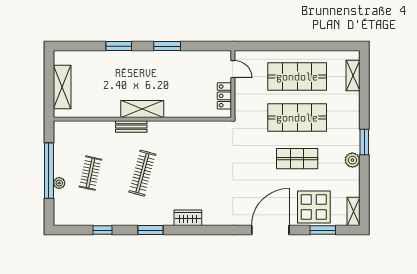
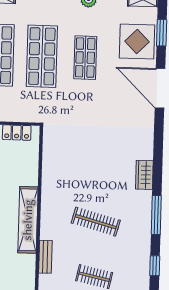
shelving: (142, 109) -> (28, 220), width x1.47
bench: (131, 126) -> (45, 257), moved
window: (150, 230) -> (156, 215), width x1.44

